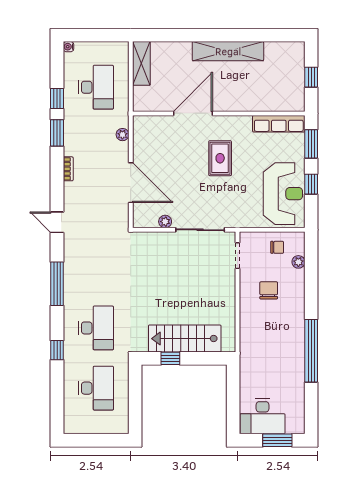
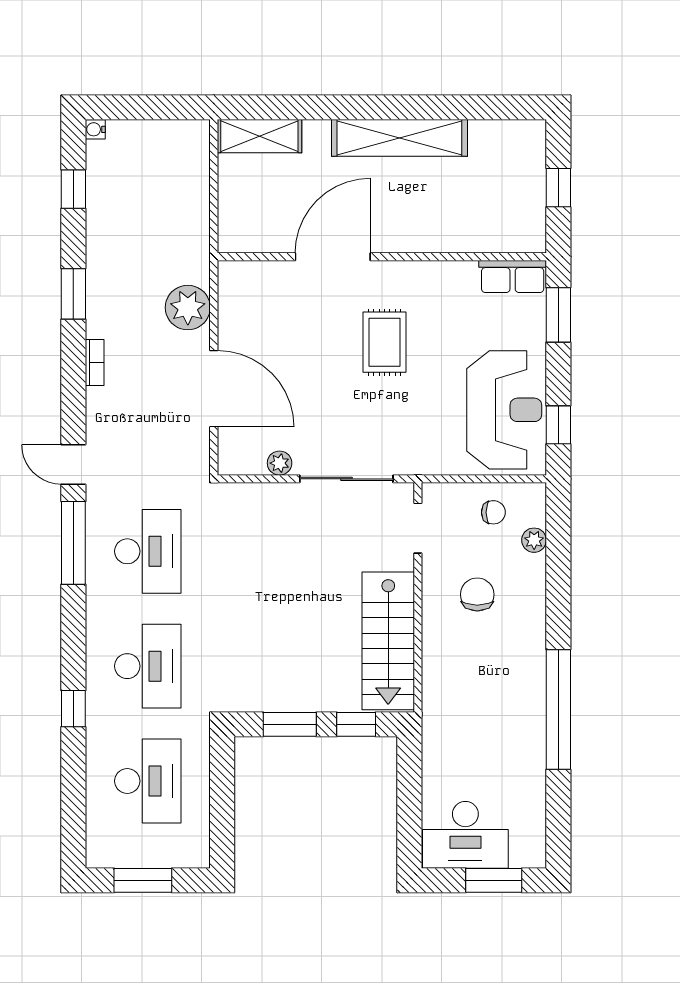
shelving: (141, 63) -> (259, 136), moved, turned 90
desk: (96, 87) -> (148, 551), moved
window: (57, 98) -> (73, 189), moved
row of seats: (279, 124) -> (513, 276), width x0.68
plant: (122, 135) -> (188, 308), width x1.87, depth x1.87
window: (311, 184) -> (558, 425), moved
window: (57, 284) -> (73, 543), moved
stairs: (185, 339) -> (388, 641), moved, turned -90
window: (170, 358) -> (290, 724), width x1.50
window: (205, 358) -> (356, 724), added
window: (94, 440) -> (143, 880), added

